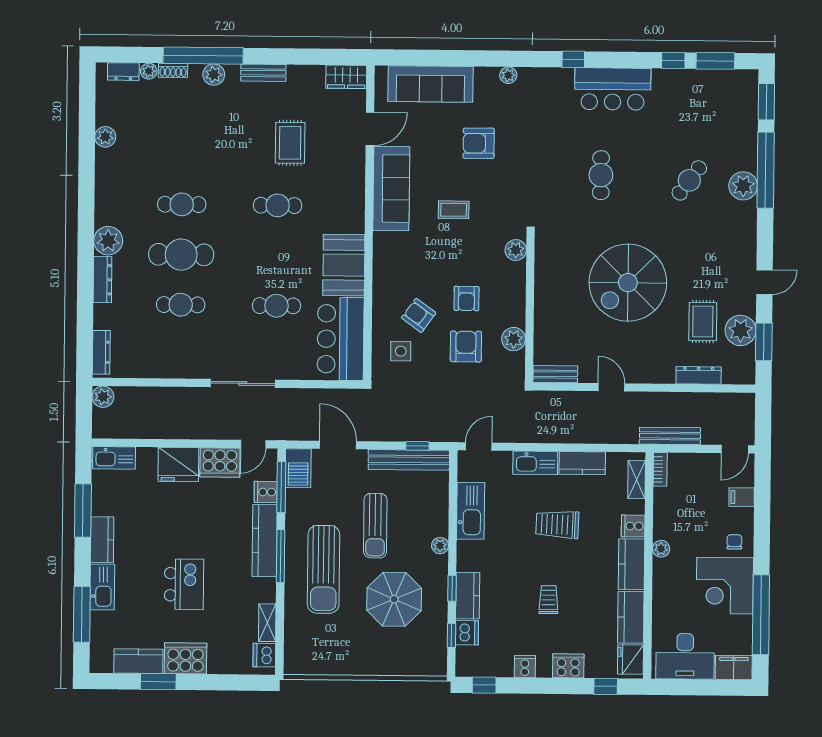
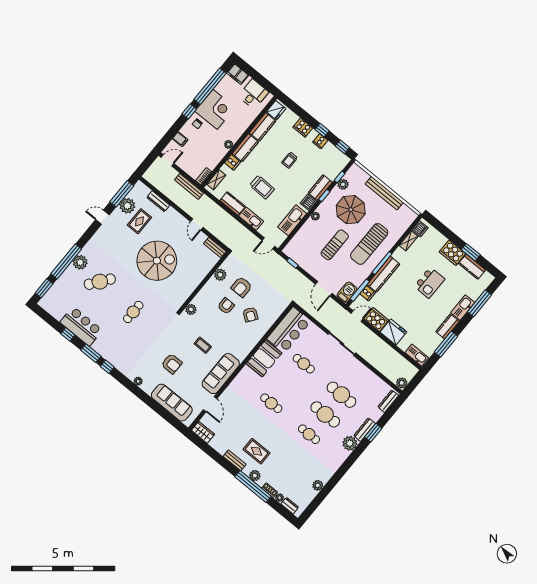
window: (715, 61) -> (91, 353), moved
bar counter: (613, 89) -> (81, 326), moved
door: (370, 129) -> (210, 404), swing flipped
rug: (290, 143) -> (257, 451), moved, turned 90
cafe table: (689, 180) -> (100, 282), width x1.37, depth x1.35
window: (85, 286) -> (373, 433), added
cafe table: (181, 305) -> (341, 395), width x1.37, depth x1.35
window: (764, 342) -> (122, 194), width x1.44
side table: (401, 351) -> (269, 306), removed
bench: (409, 460) -> (384, 193), moved
window: (762, 551) -> (189, 111), added
sun lounger: (324, 569) -> (369, 244), turned 180
kitchen island: (184, 584) -> (429, 283), turned 180
plant: (437, 628) -> (343, 184), added
dishwasher: (467, 633) -> (308, 202), moved
desk: (685, 656) -> (253, 94), width x0.73
window: (606, 686) -> (322, 130), moved

